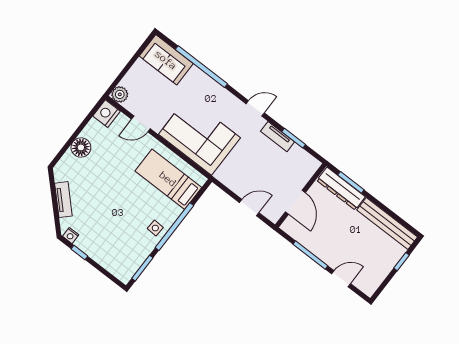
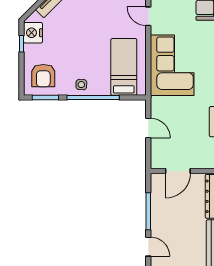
door: (249, 208) -> (148, 128), moved
nightstand: (71, 236) -> (33, 33), width x1.89, depth x1.79
armchair: (122, 255) -> (43, 76), added

